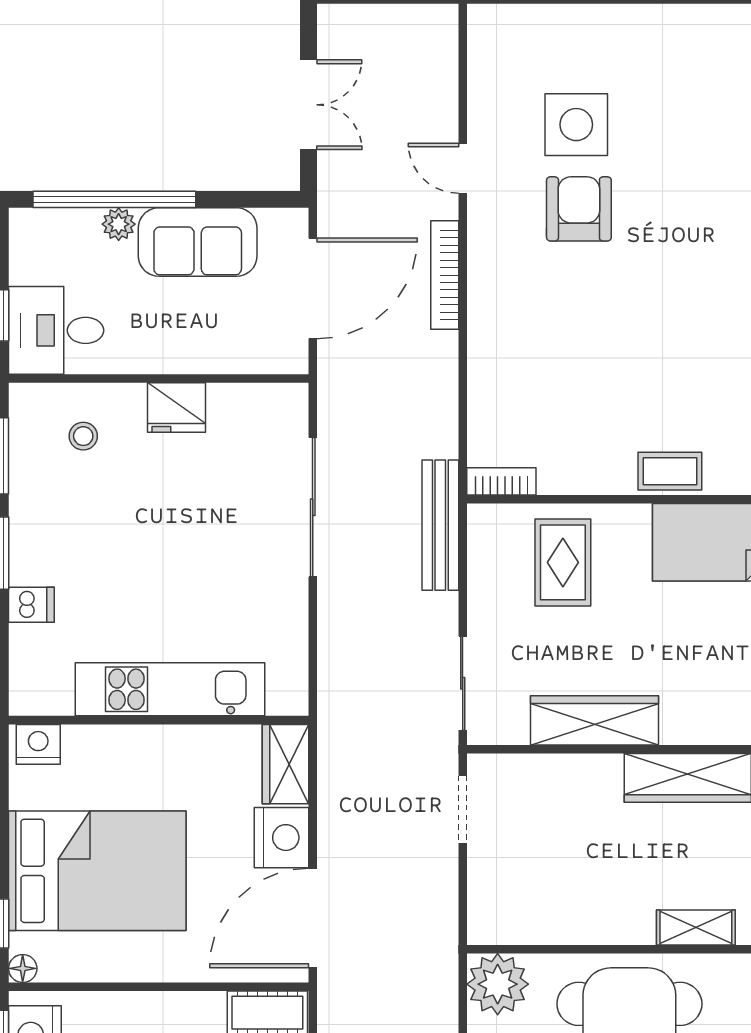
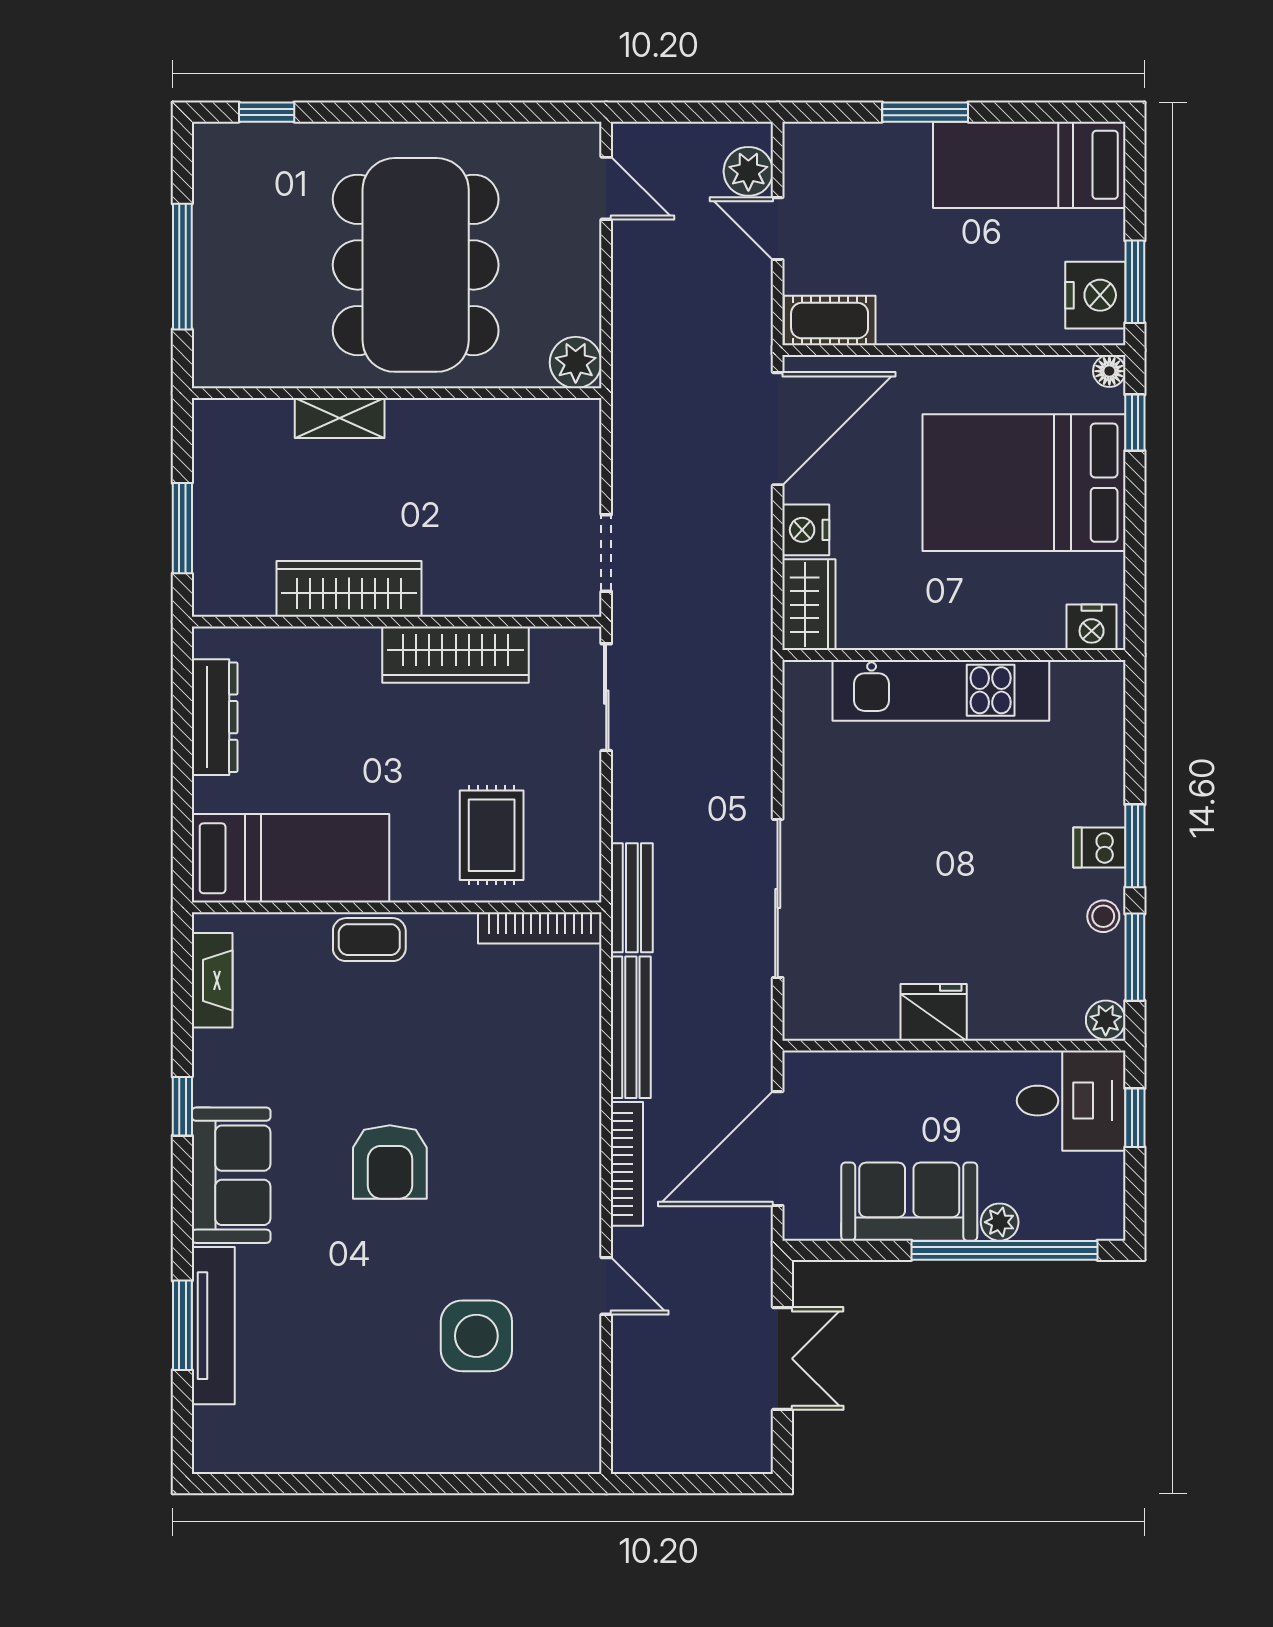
double door: (309, 105) -> (782, 1359), swing flipped
armchair: (579, 209) -> (390, 1162), moved
bench: (441, 395) -> (631, 1027), added
plant: (26, 401) -> (1106, 1020), added
stool: (83, 436) -> (1103, 916), moved
bookcase: (501, 481) -> (540, 928), width x1.56
bench: (440, 525) -> (632, 898), width x0.73
dishwasher: (31, 605) -> (1099, 848), moved
nightstand: (281, 838) -> (806, 530), width x0.74, depth x0.75
plant: (498, 984) -> (576, 363), width x0.73, depth x0.73

